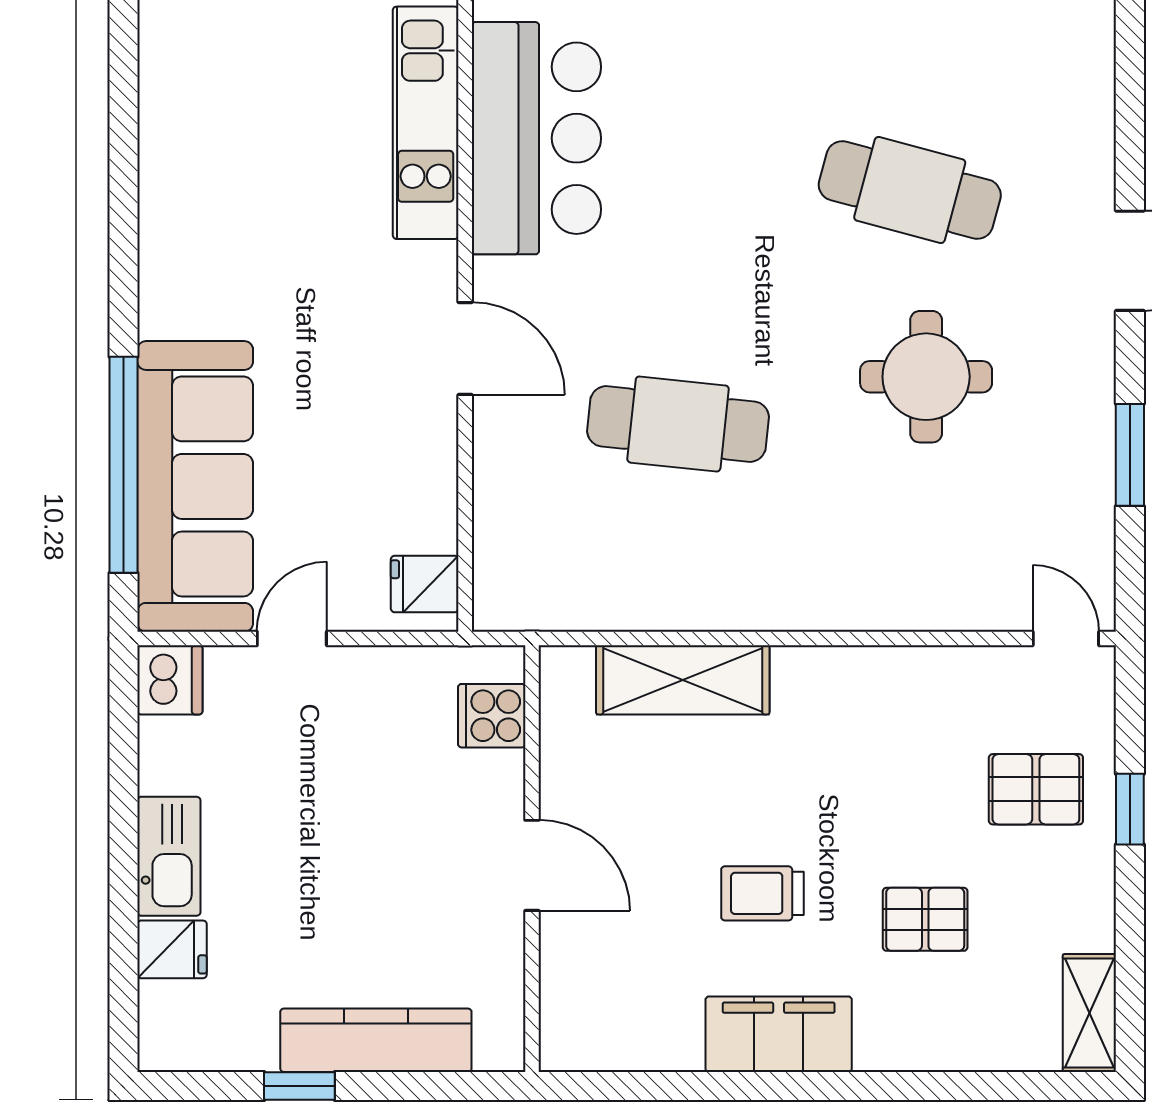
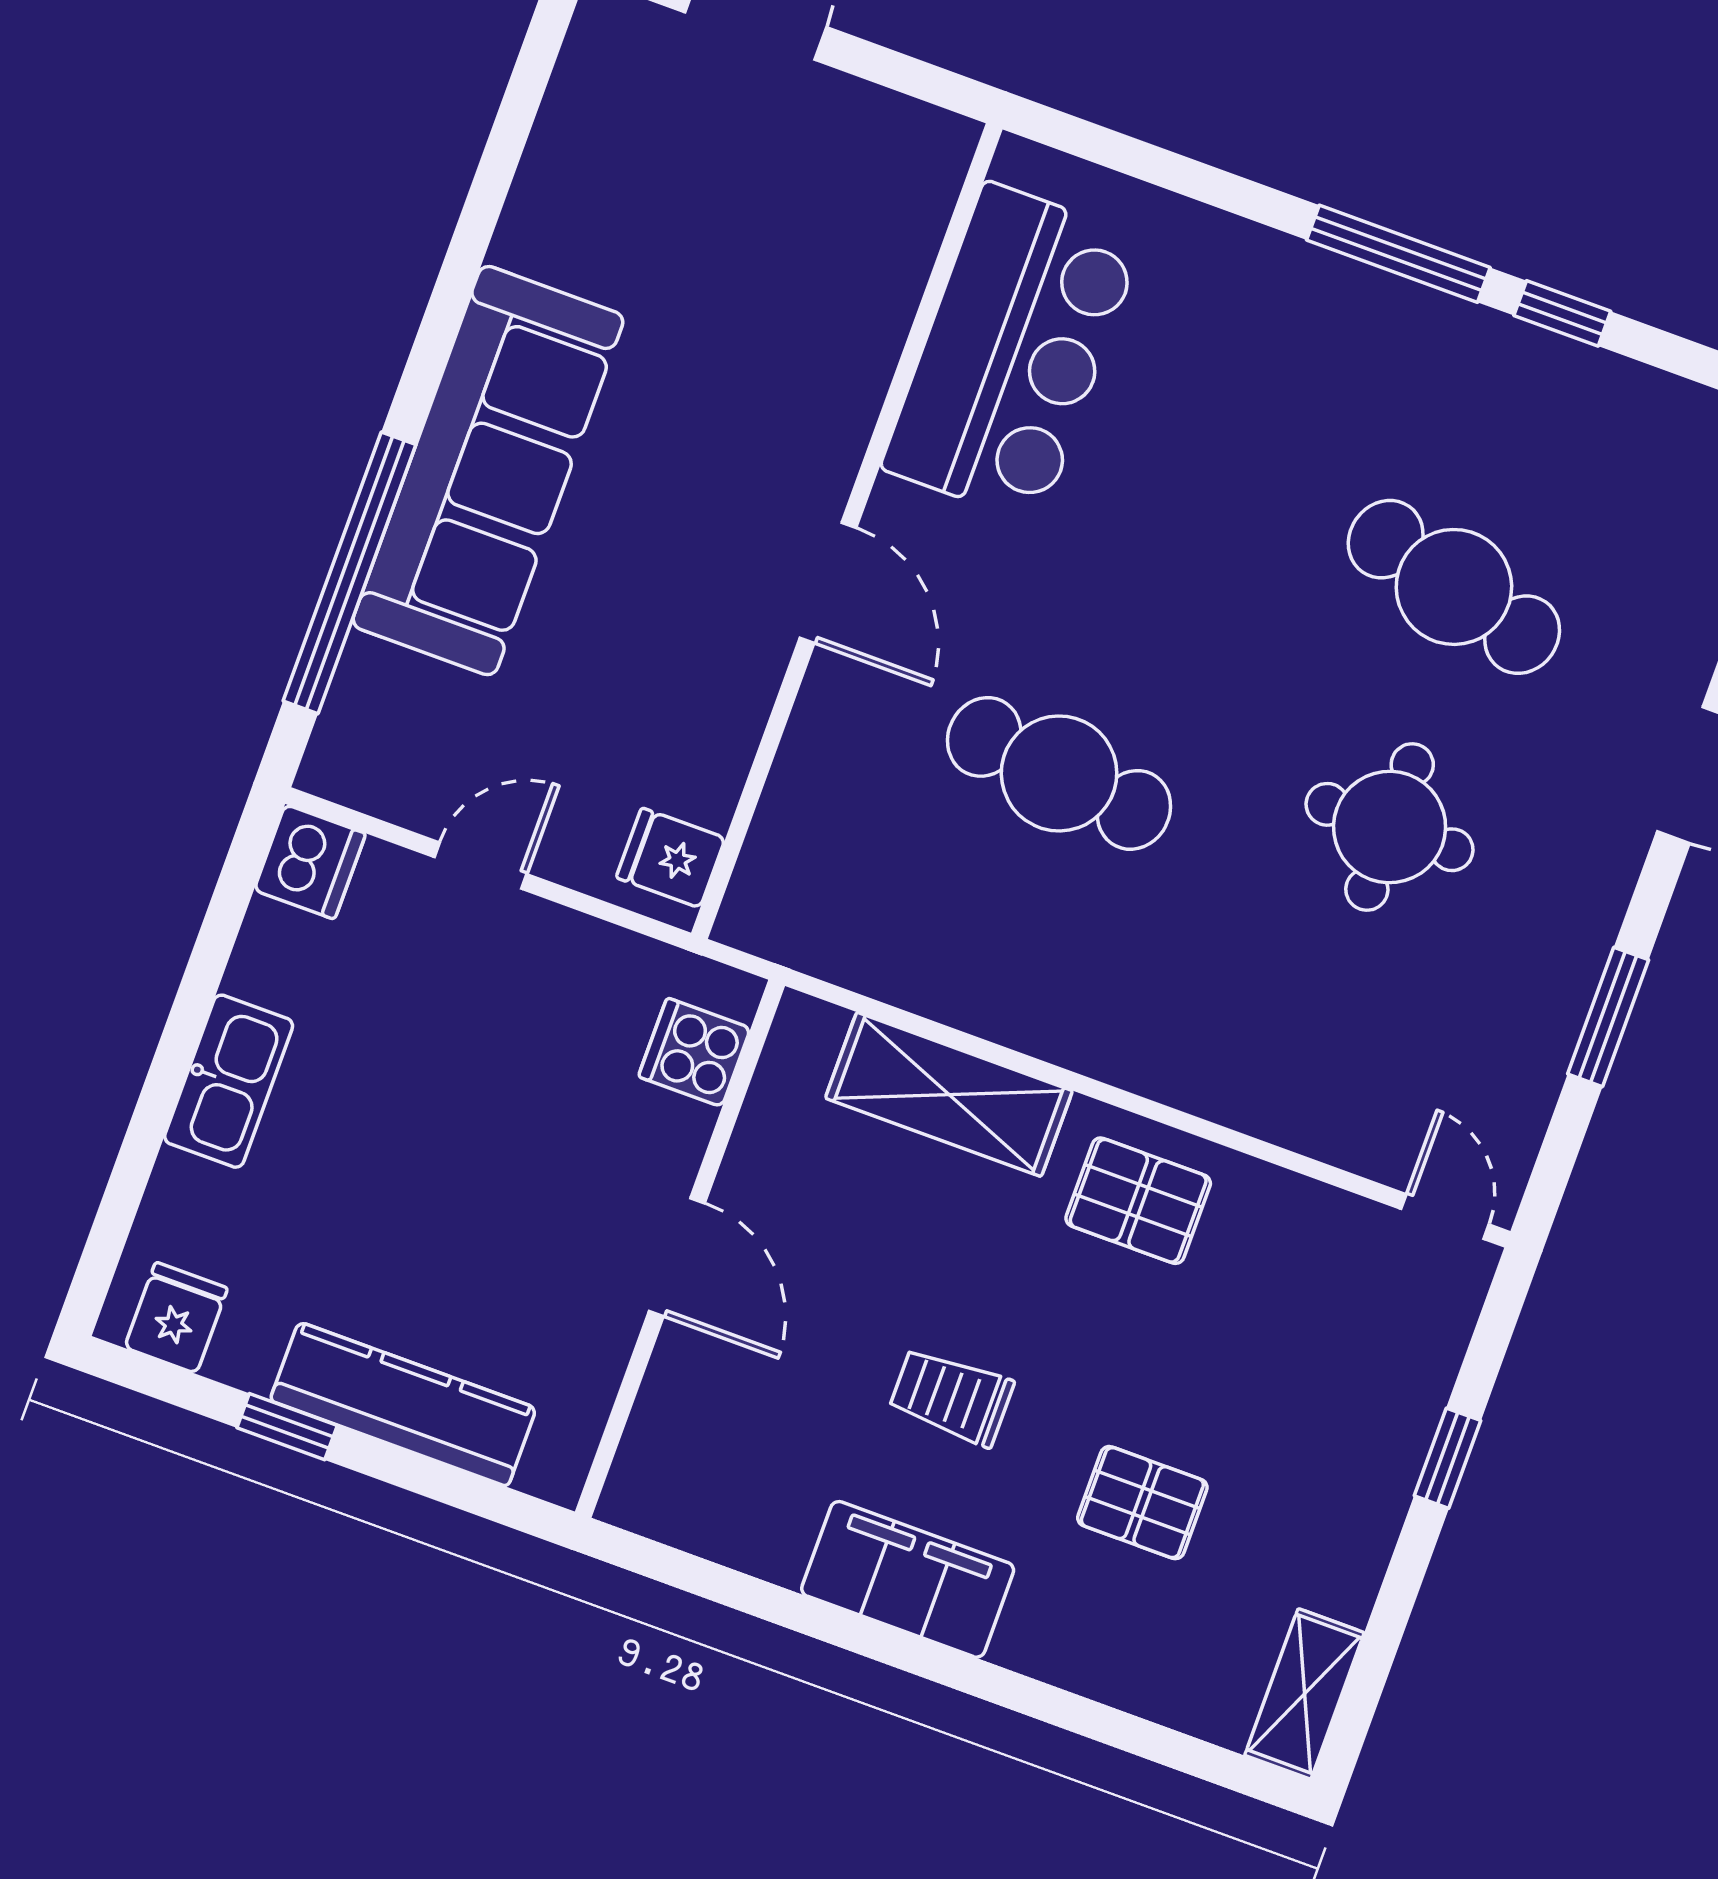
kitchen unit: (426, 123) -> (881, 284), removed
sofa: (195, 486) -> (488, 471), moved
pallet: (1036, 789) -> (1138, 1201), moved
fridge: (172, 949) -> (176, 1318), moved, turned -90

